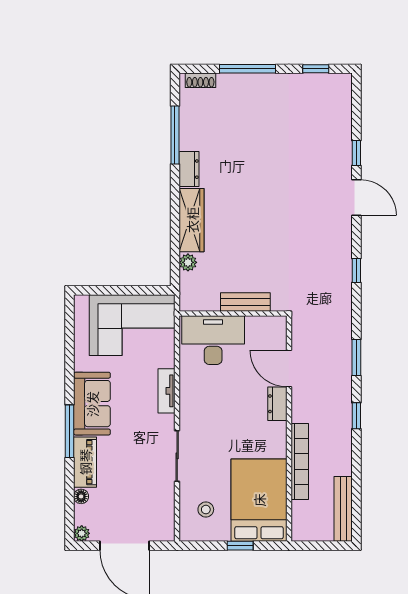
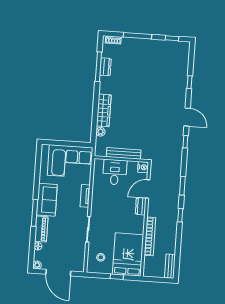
dresser: (189, 169) -> (106, 67), moved
door: (356, 198) -> (187, 117), moved
bench: (245, 302) -> (124, 153), width x1.36
nightstand: (277, 326) -> (143, 167), added
desk: (213, 340) -> (115, 172), width x0.73
door: (289, 368) -> (148, 189), hinge flipped
bench: (343, 509) -> (170, 266), width x0.73

